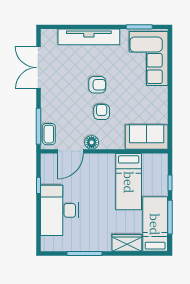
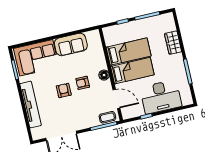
sofa: (147, 137) -> (71, 44), moved, turned -90
floor lamp: (92, 142) -> (104, 75), moved
bed: (155, 224) -> (132, 71), moved, turned 180

